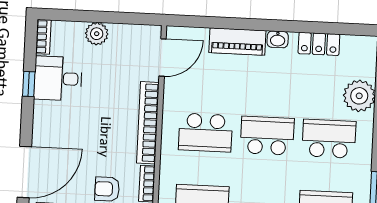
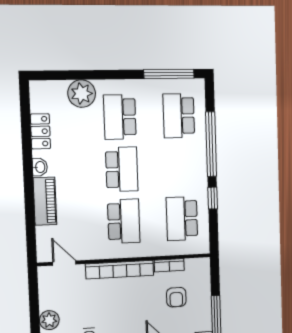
door: (163, 57) -> (64, 263), width x0.73
school desk: (267, 136) -> (122, 169), turned 180

